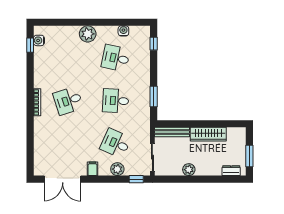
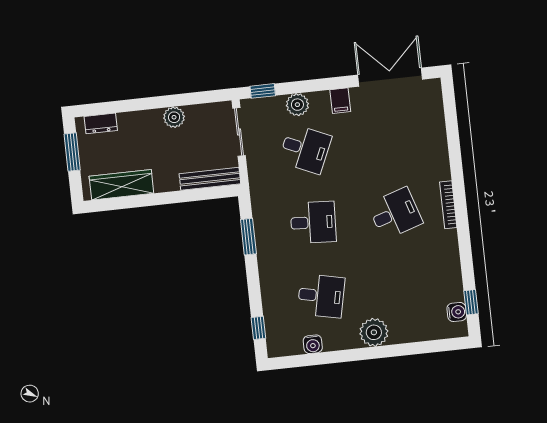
wardrobe: (208, 134) -> (121, 185), moved

